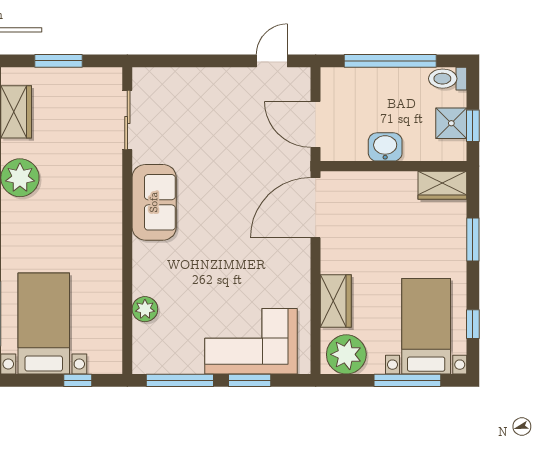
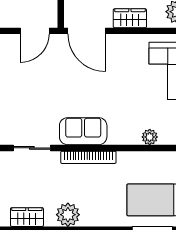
bookcase: (112, 211) -> (88, 157), added
wardrobe: (336, 301) -> (130, 18), moved

